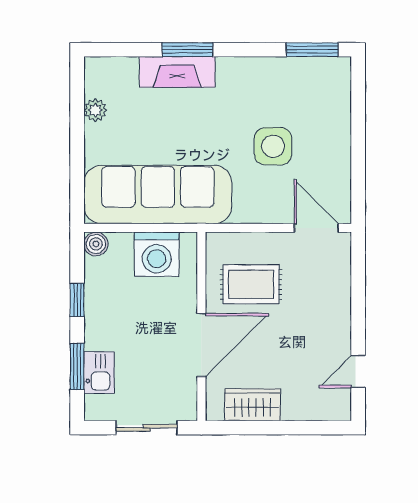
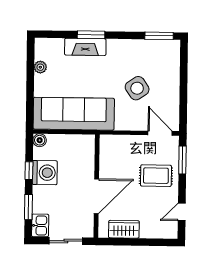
side table: (273, 146) -> (137, 88), turned -34
washing machine: (157, 254) -> (45, 173), moved, turned -90
window: (358, 277) -> (182, 160), added
rug: (251, 284) -> (156, 176), moved
kitchen sink: (99, 373) -> (40, 225), moved

